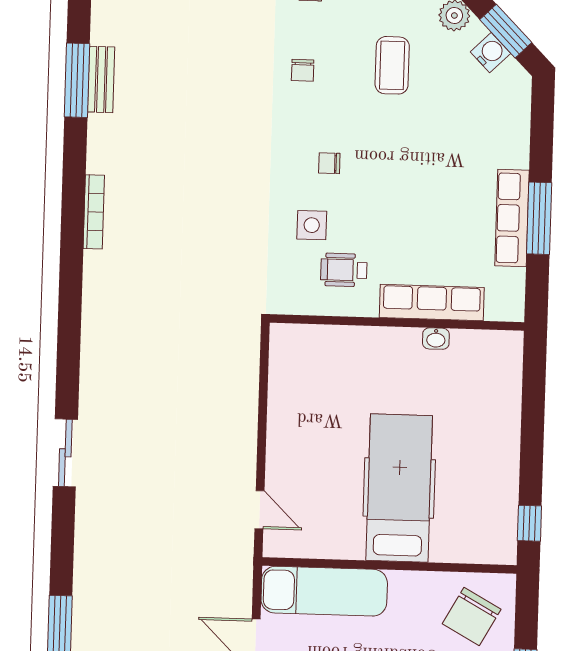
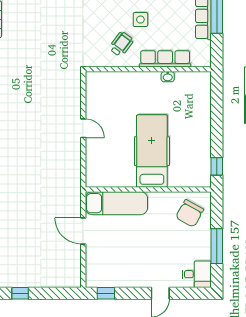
side table: (312, 225) -> (140, 20), moved
wheelchair: (344, 270) -> (121, 44), turned 127
door: (260, 510) -> (83, 128), moved

